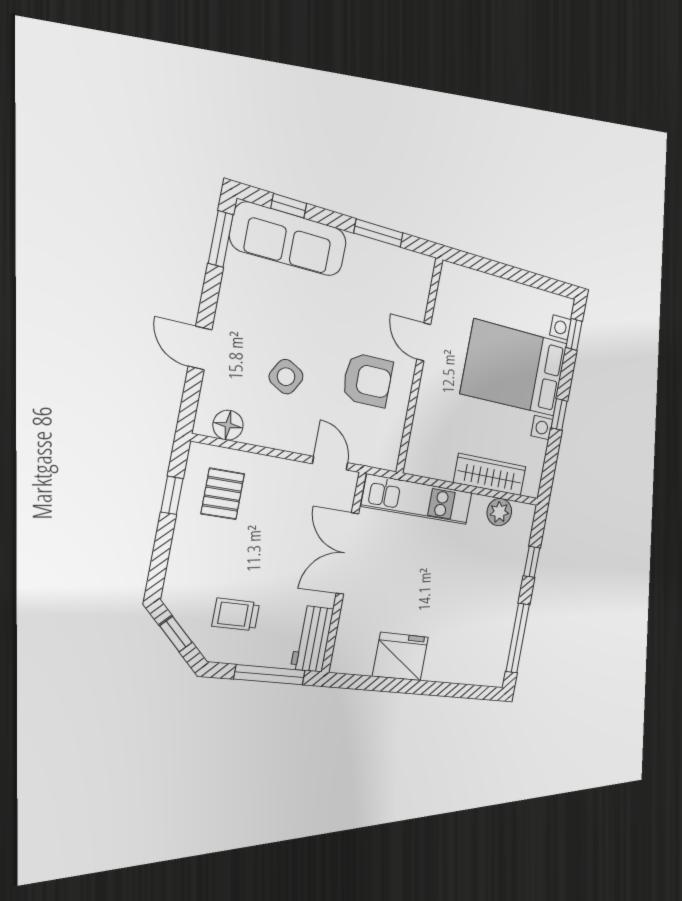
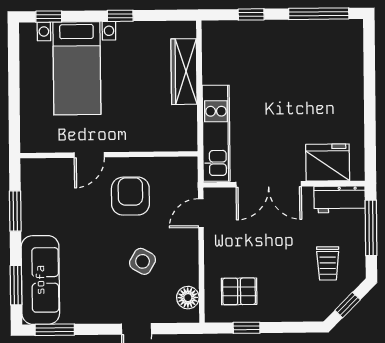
window: (289, 206) -> (16, 285), width x1.50
bed with nightstands: (515, 368) -> (77, 68), width x0.73
plant: (499, 512) -> (214, 56), removed
fridge: (401, 657) -> (328, 163), moved, turned 90

